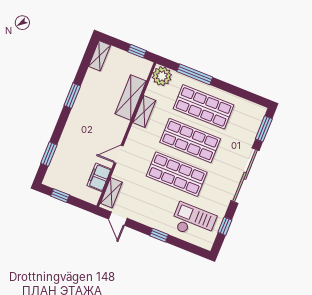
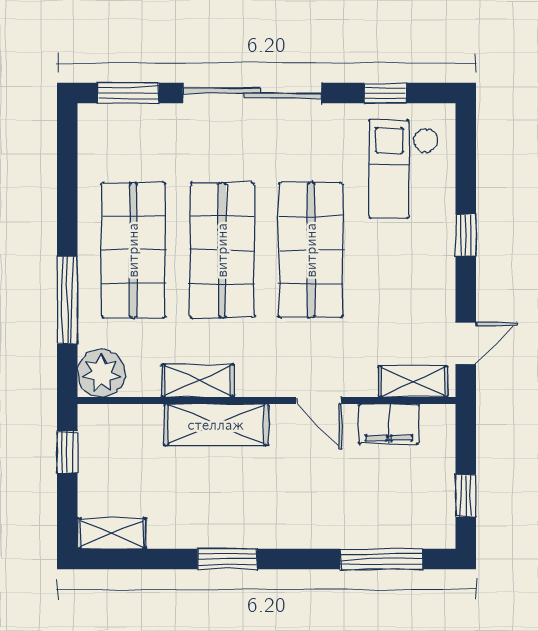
shelving: (131, 97) -> (216, 425), moved
window: (49, 154) -> (382, 559), width x1.44

